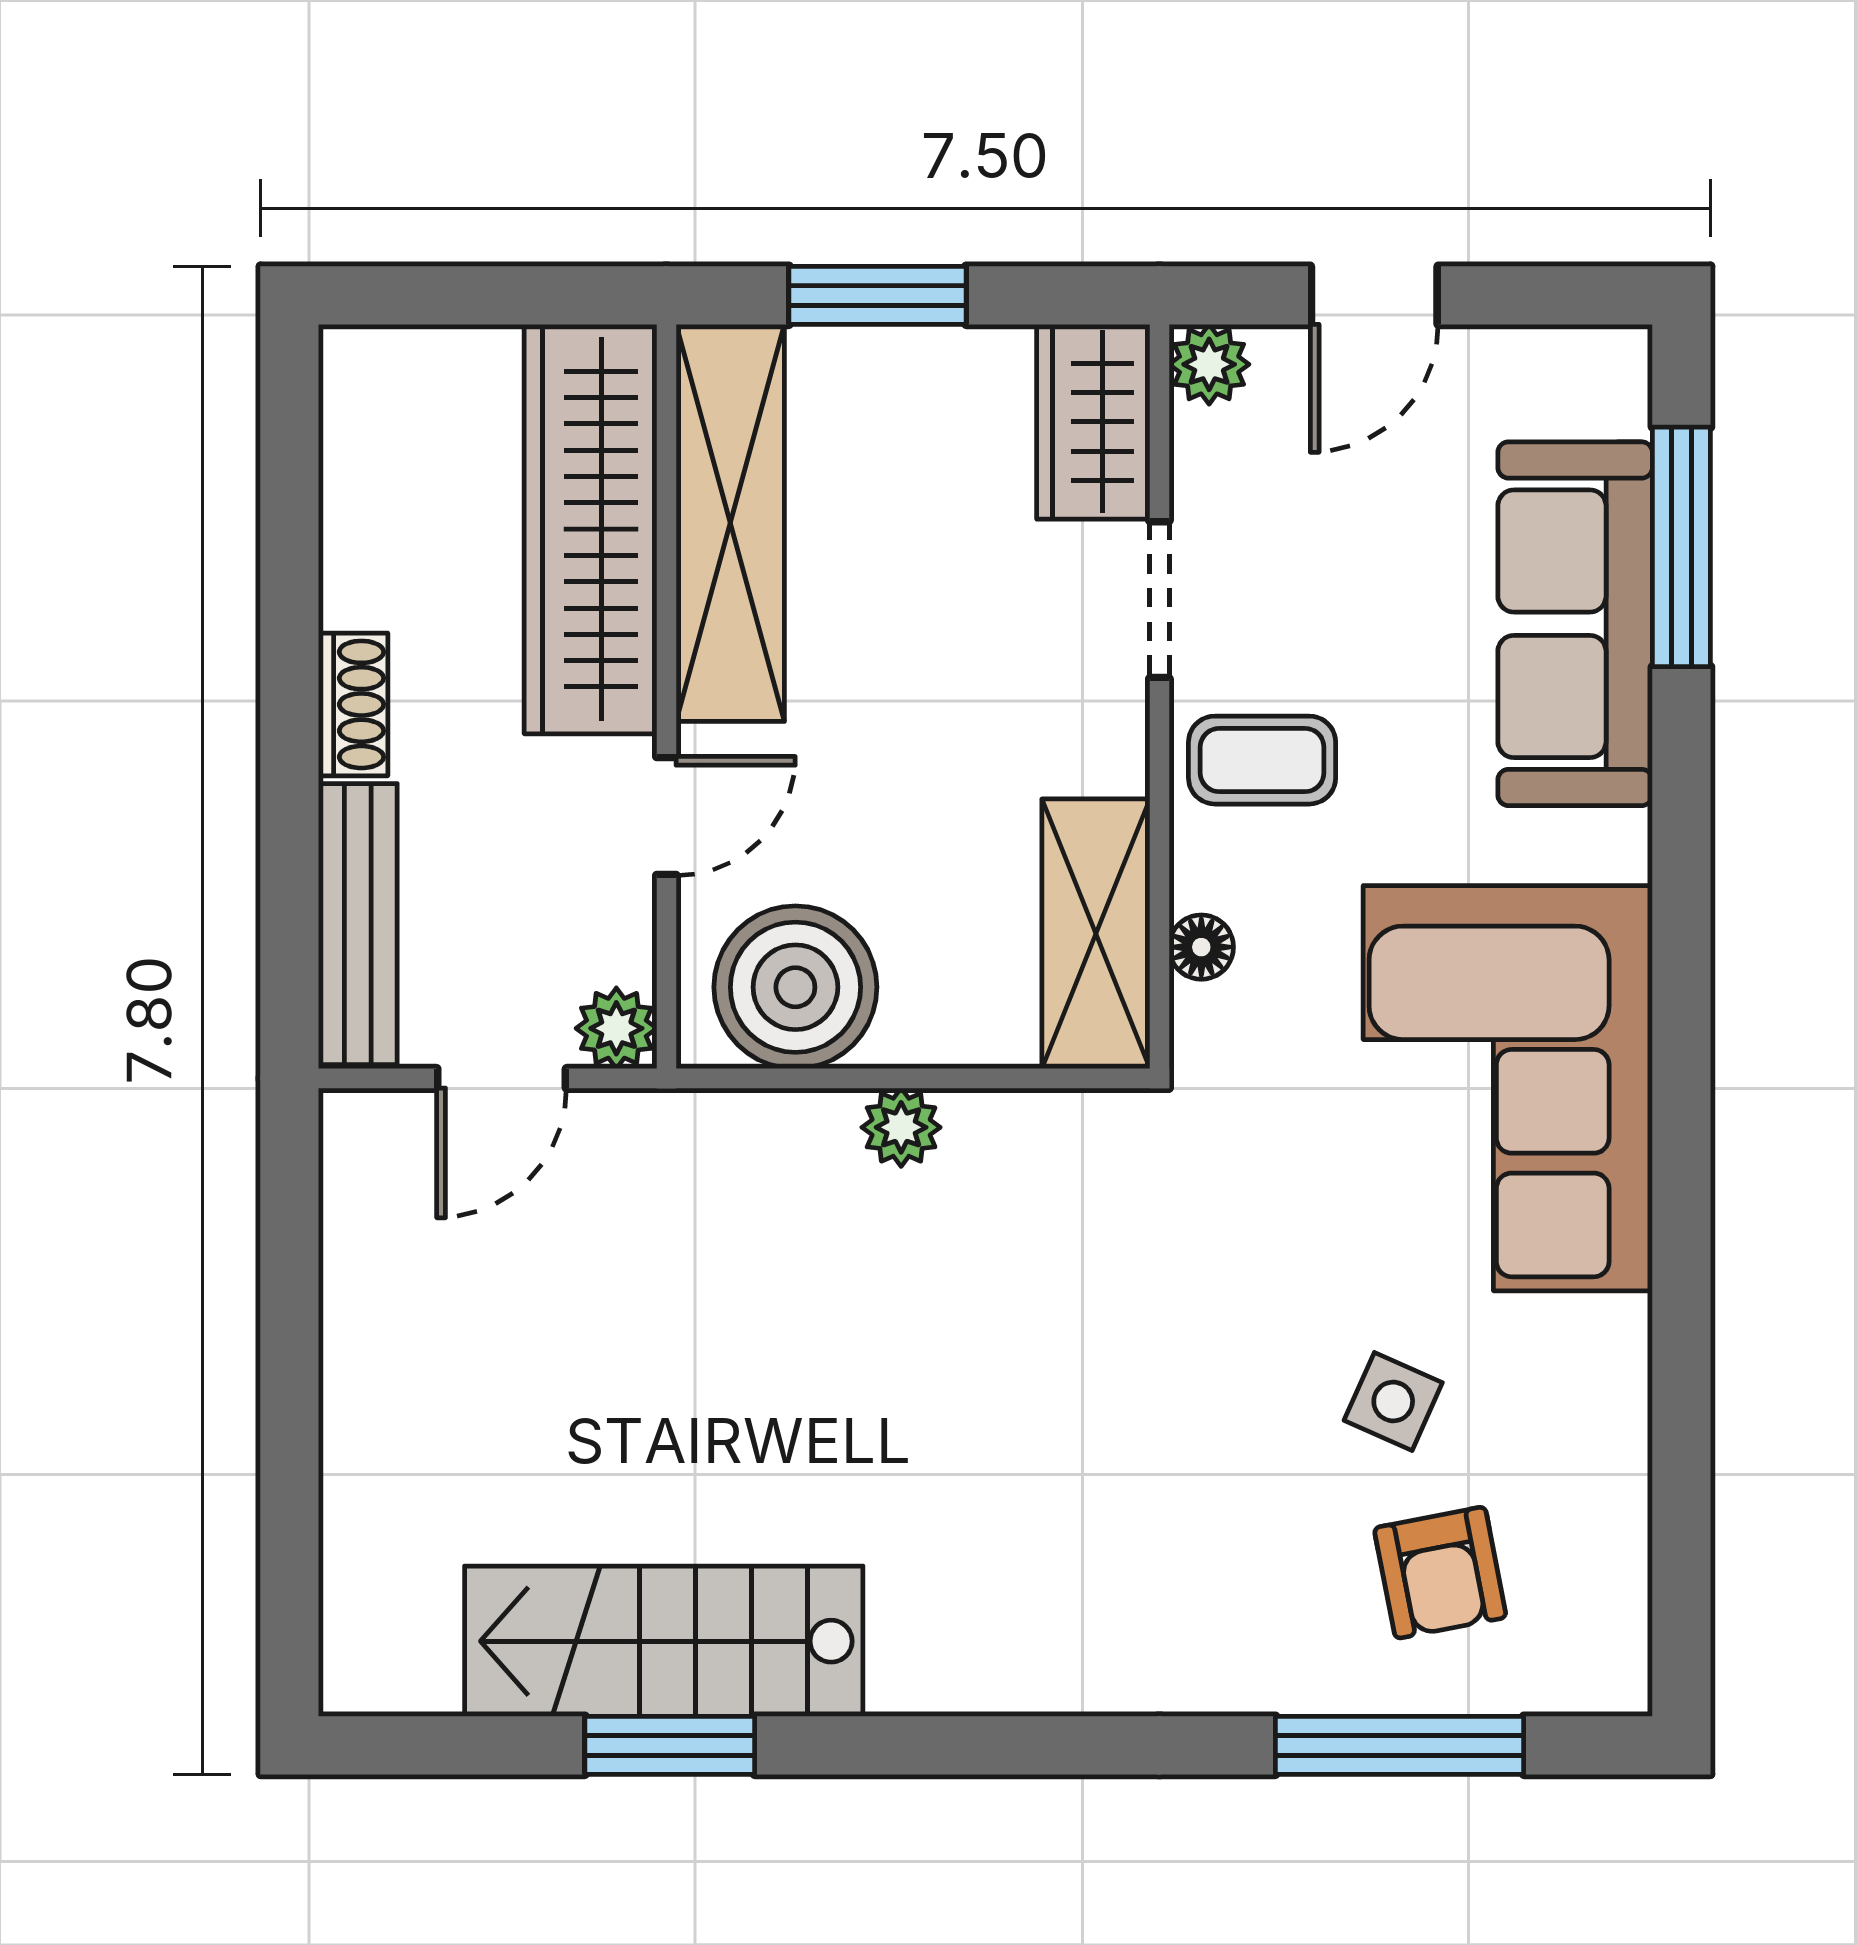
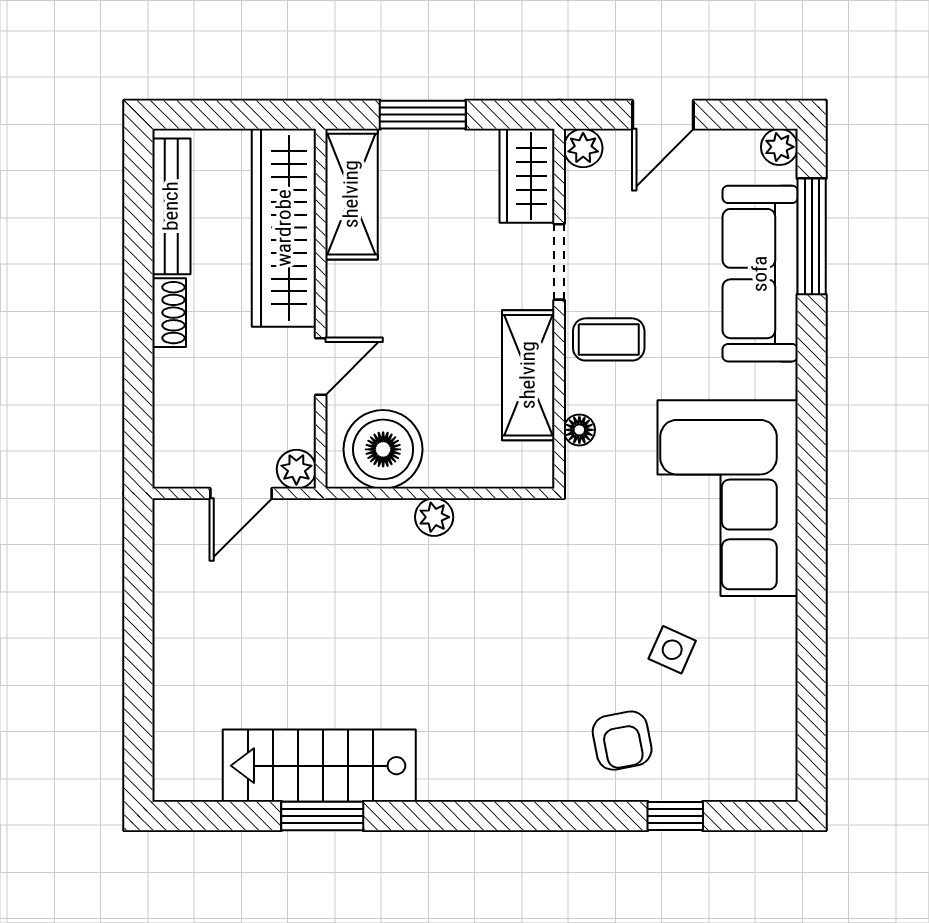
plant: (1615, 362) -> (779, 147), added
shelving: (730, 523) -> (351, 194), width x0.68
bench: (358, 924) -> (171, 206), moved
shelving: (1096, 934) -> (528, 375), moved
armchair: (1440, 1573) -> (622, 741), moved
window: (1400, 1745) -> (675, 816), width x0.46

